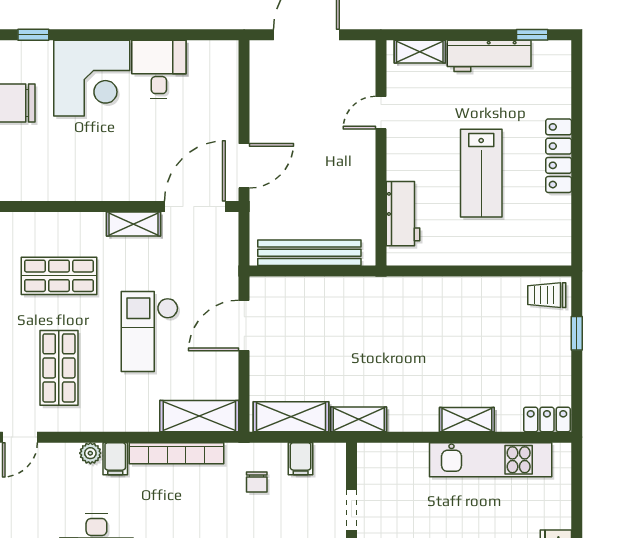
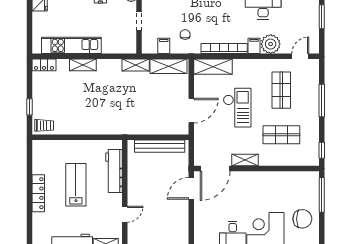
workbench: (403, 214) -> (114, 171), width x1.38
plant: (90, 453) -> (271, 44), width x1.88, depth x1.88

